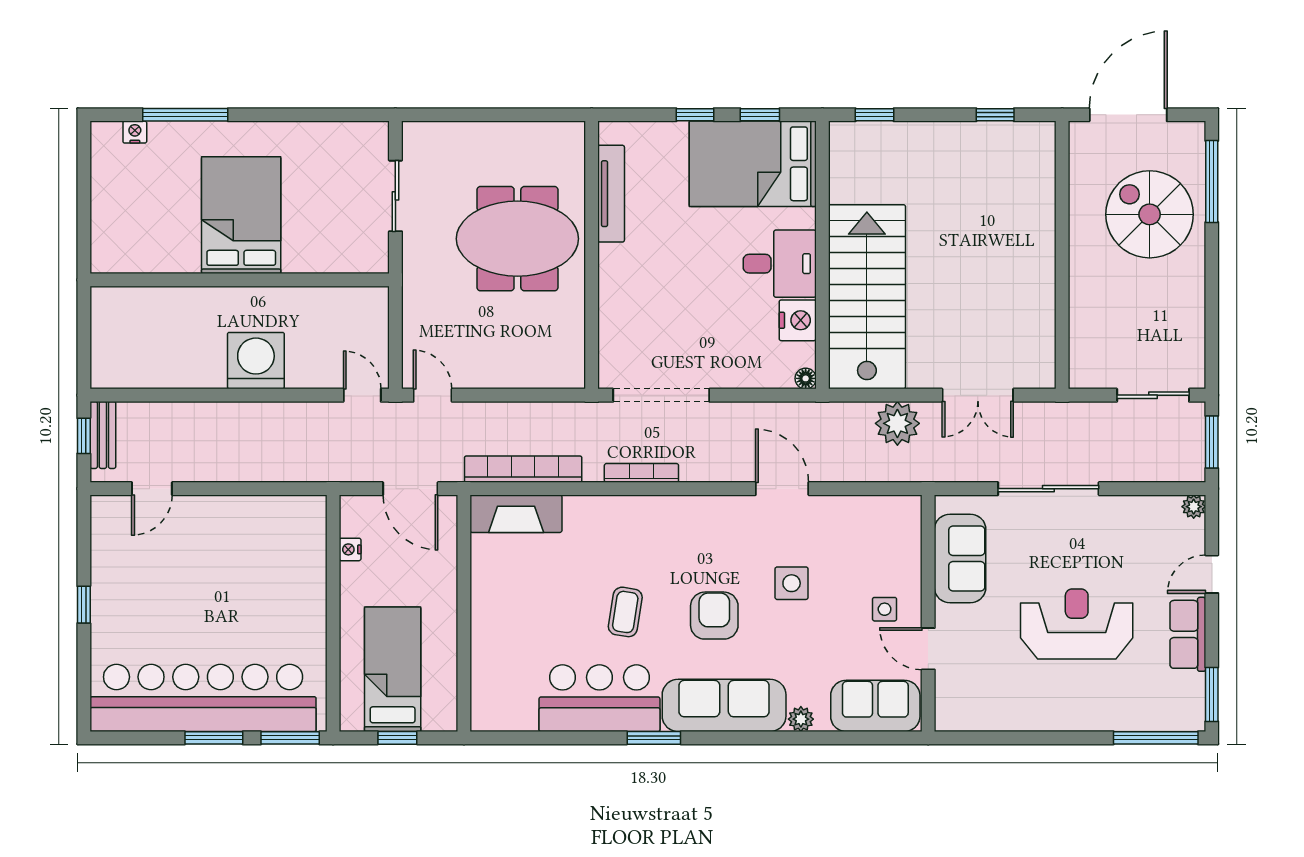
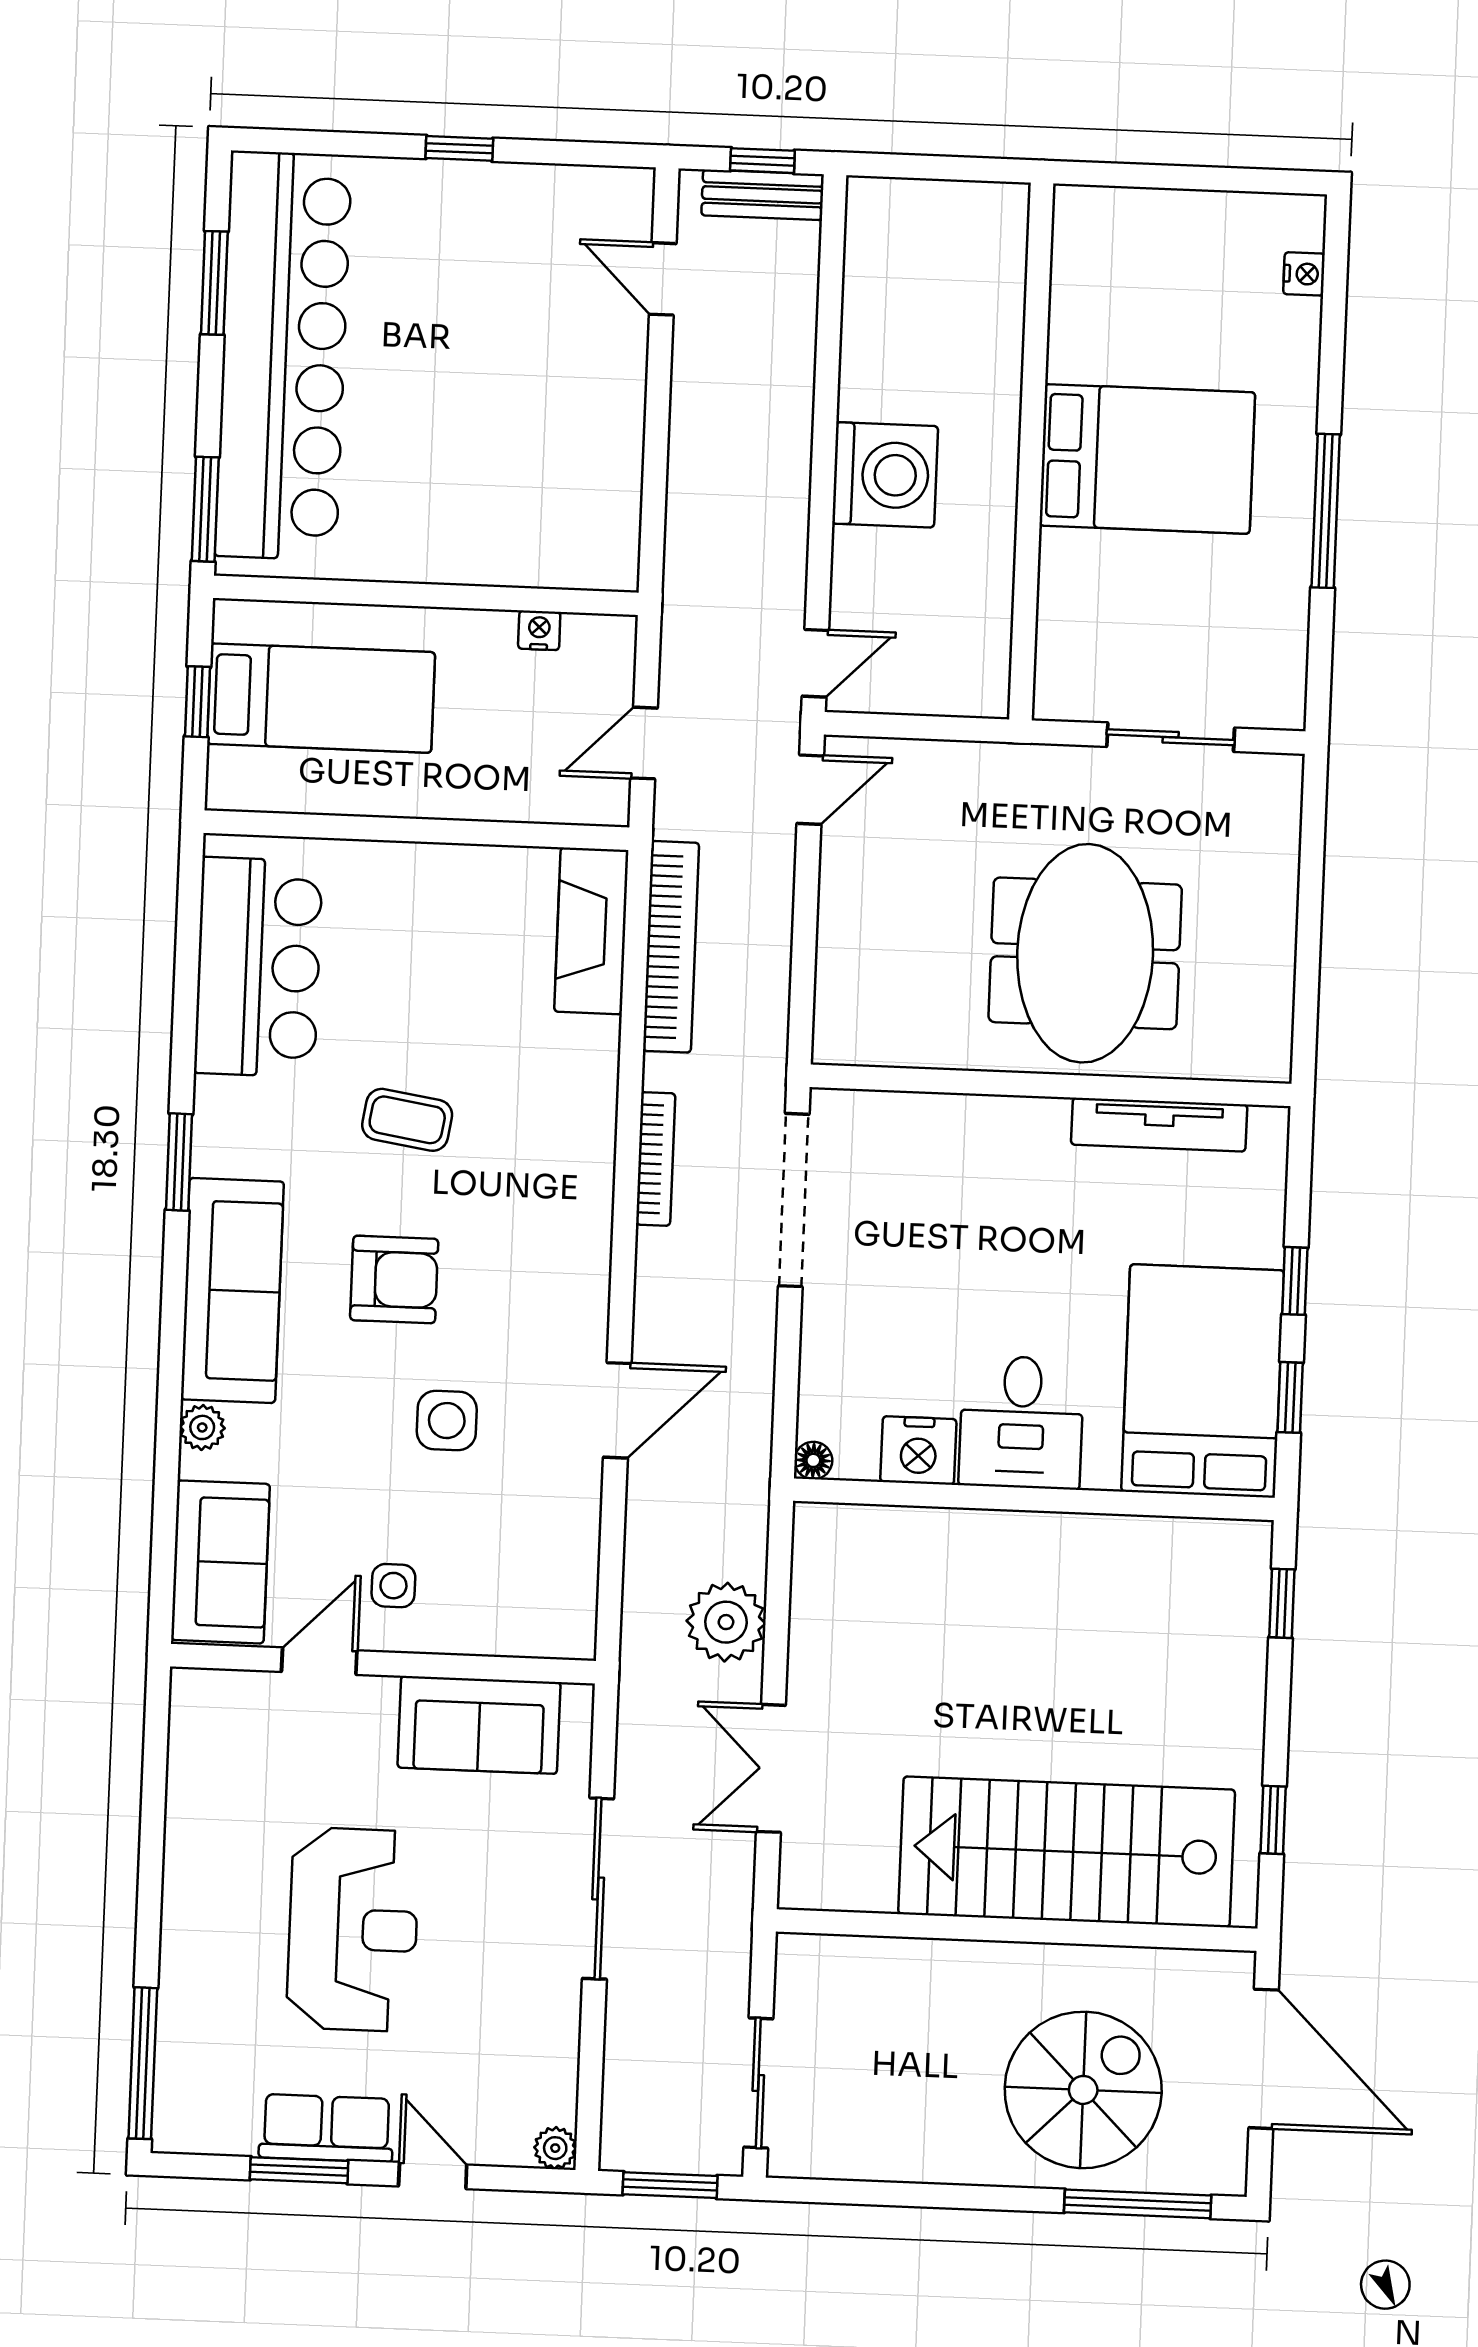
window: (185, 115) -> (1326, 511), moved
stairs: (867, 297) -> (1067, 1852), moved, turned 180
door: (410, 489) -> (644, 743), width x0.73
window: (1212, 694) -> (299, 2170), moved
bar counter: (599, 698) -> (258, 967), moved
window: (214, 738) -> (214, 283), moved

